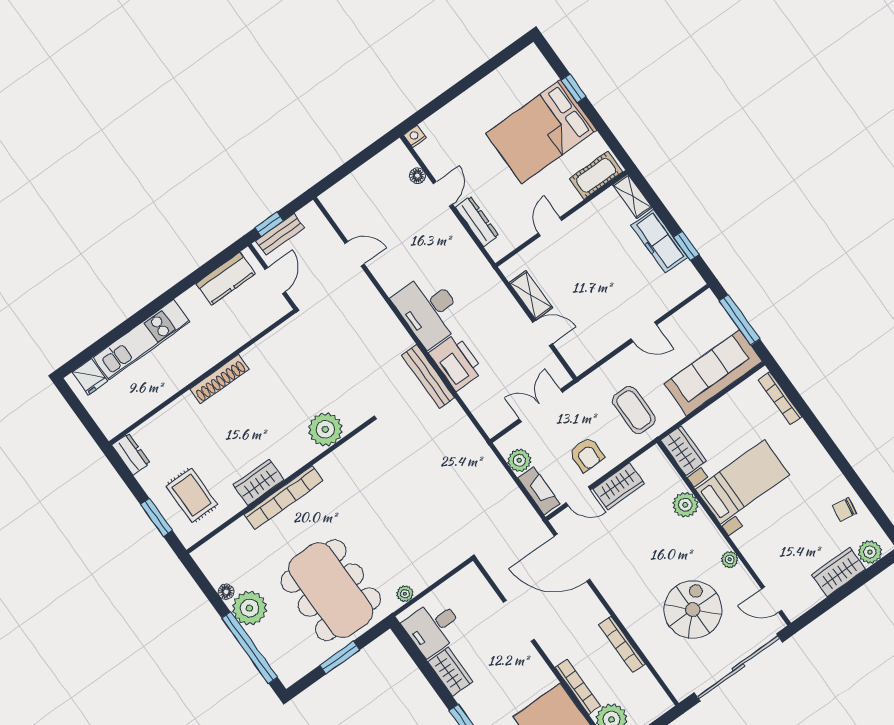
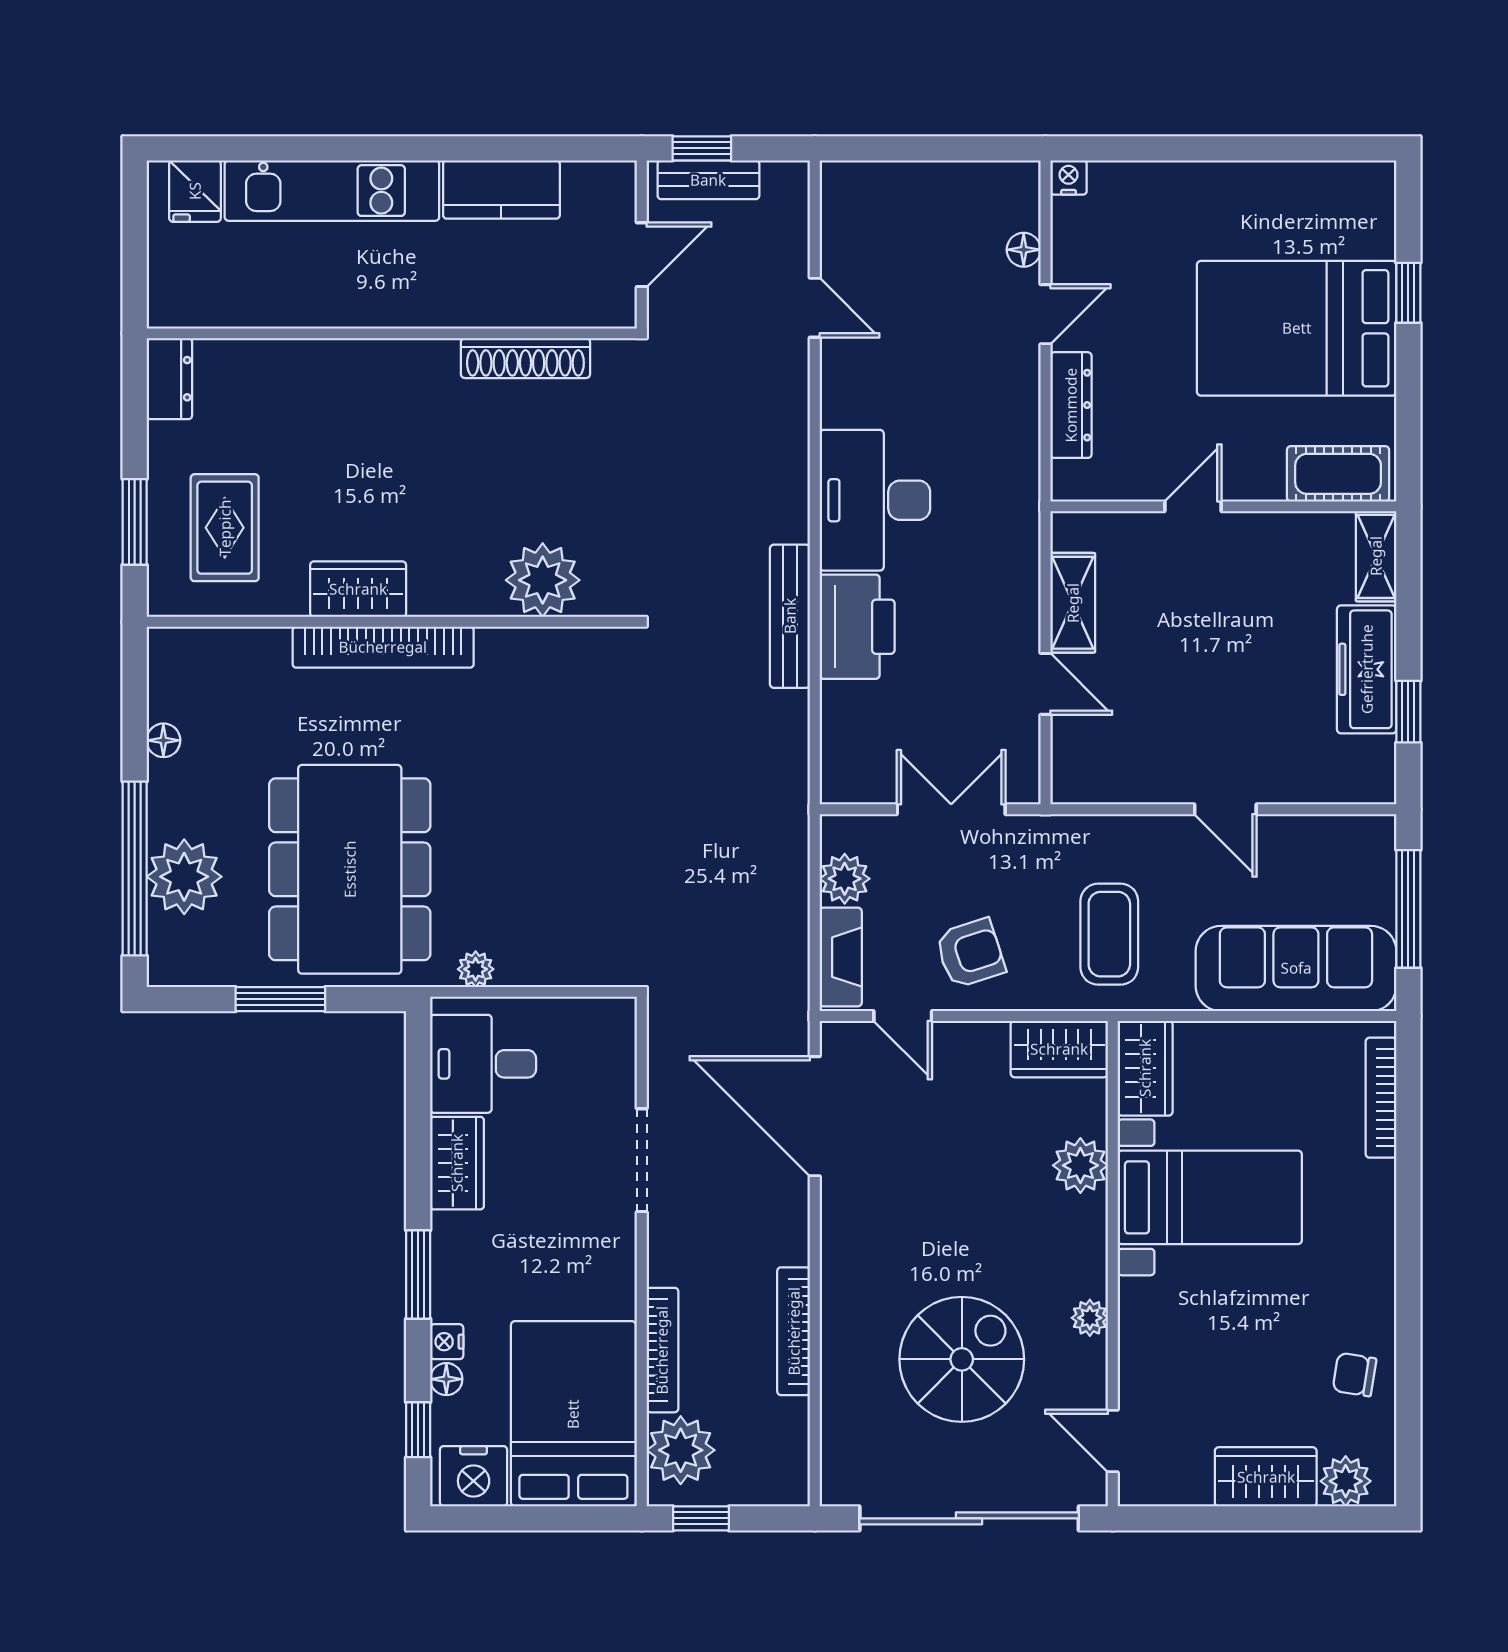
kitchen counter: (226, 279) -> (501, 190), moved
shoe rack: (219, 379) -> (525, 358), moved
armchair: (587, 455) -> (970, 953), turned -108
wardrobe: (619, 486) -> (1059, 1049), moved
plant: (249, 608) -> (184, 877), moved

